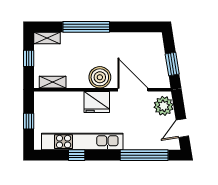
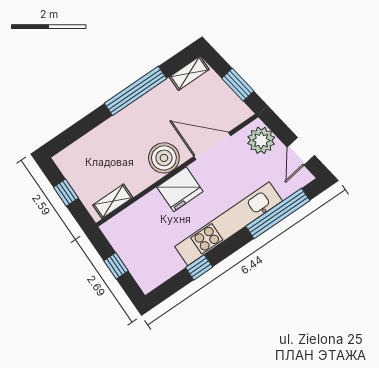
window: (86, 27) -> (135, 91), moved
shelving: (47, 38) -> (189, 73), moved
kitchen unit: (82, 142) -> (229, 224), moved

